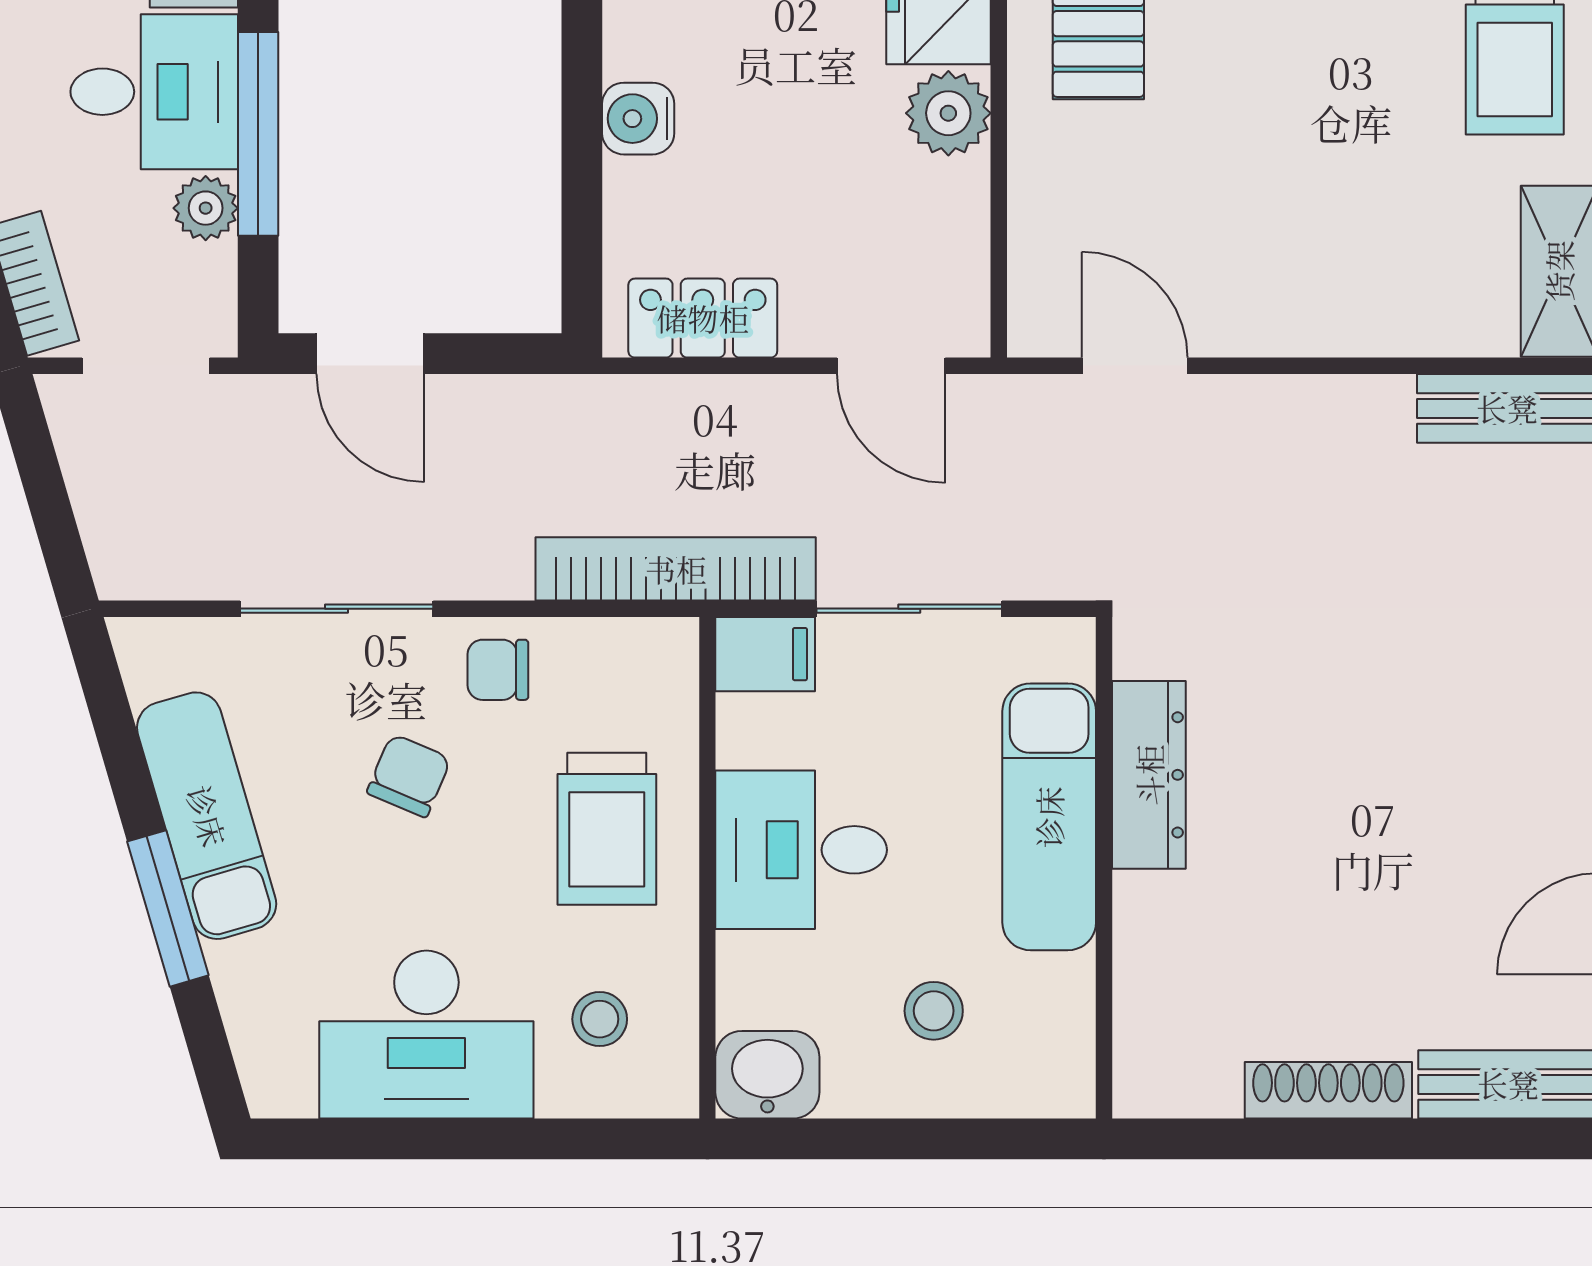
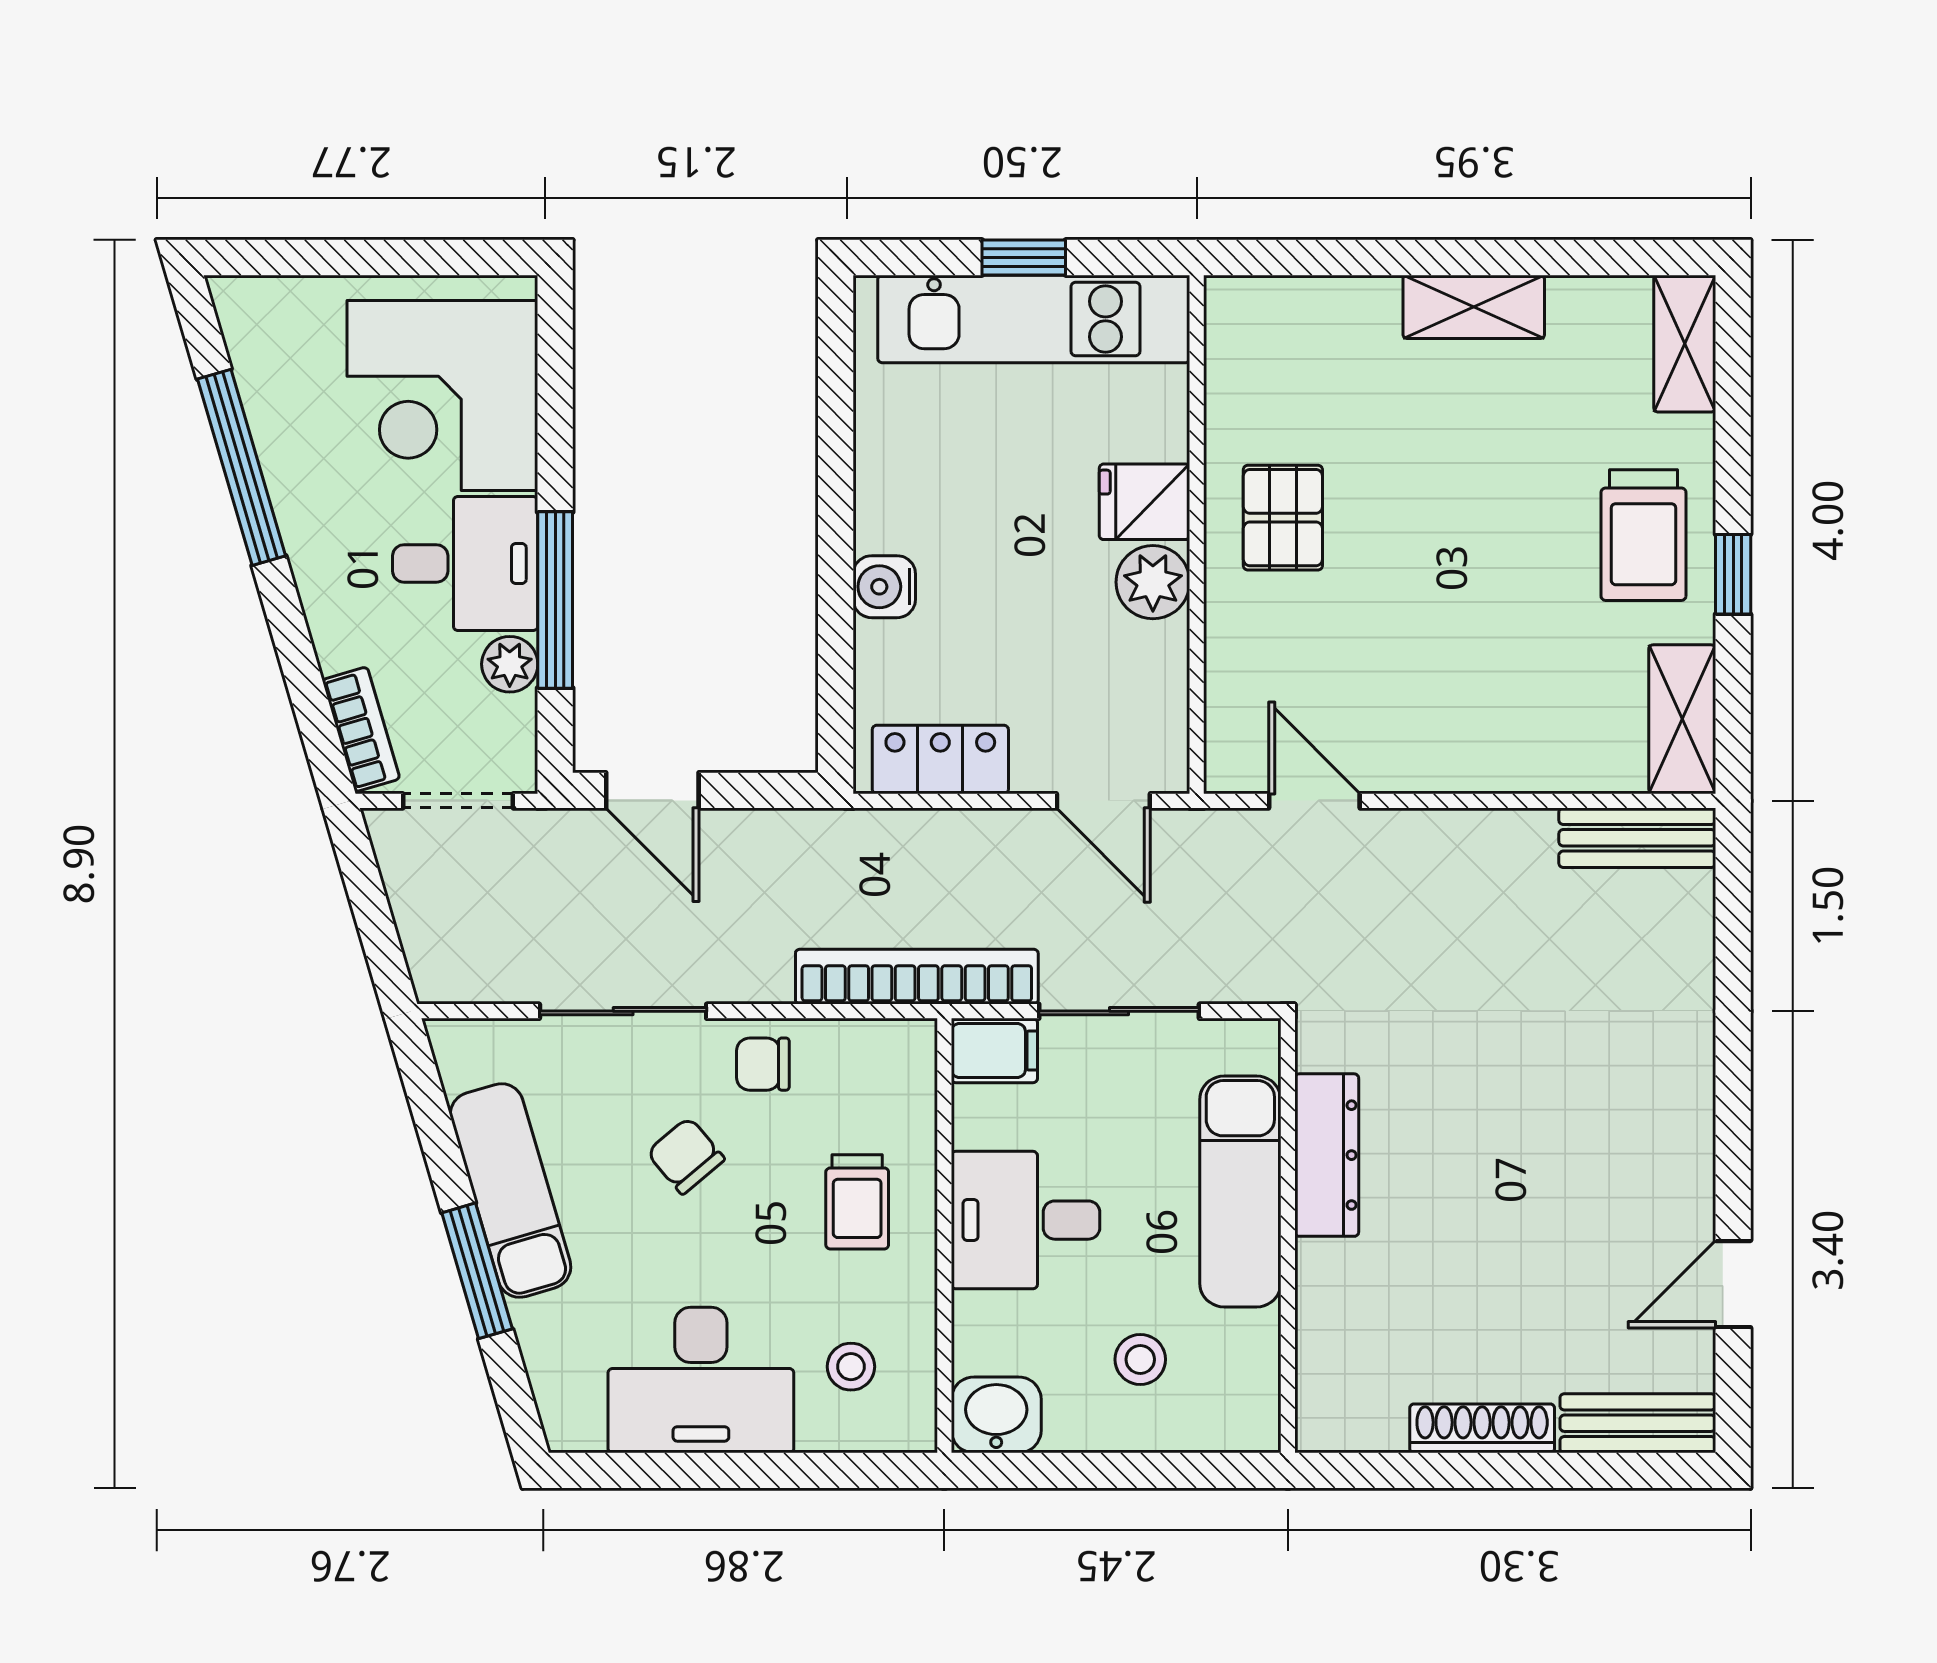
chair: (409, 776) -> (686, 1156), turned -63
trolley: (607, 829) -> (857, 1202), width x0.73, depth x0.72

